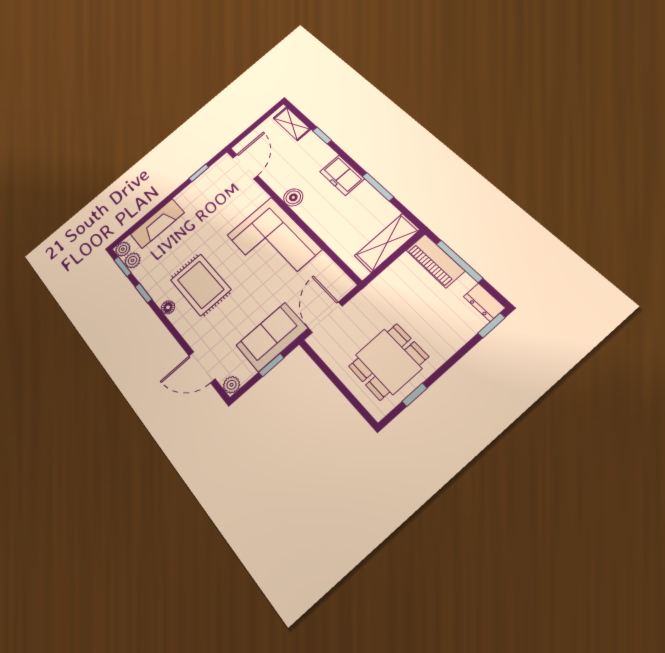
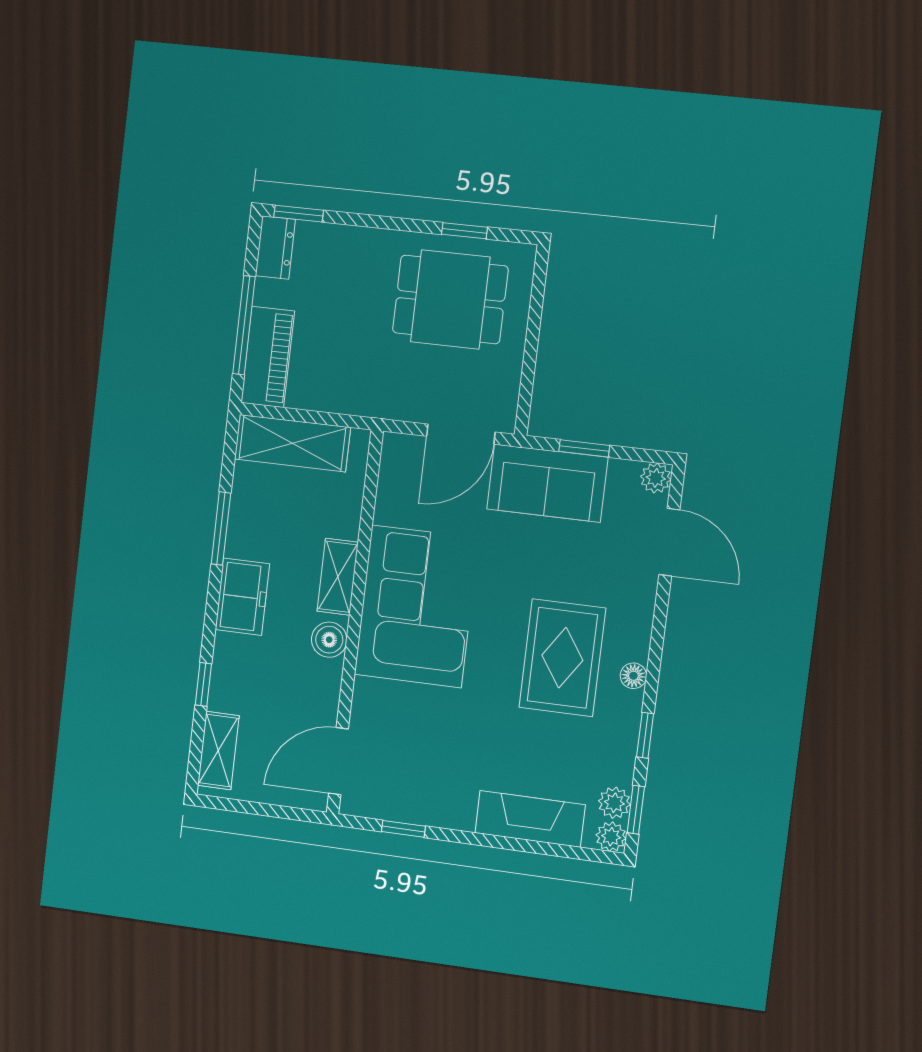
shelving: (315, 220) -> (338, 577), added

